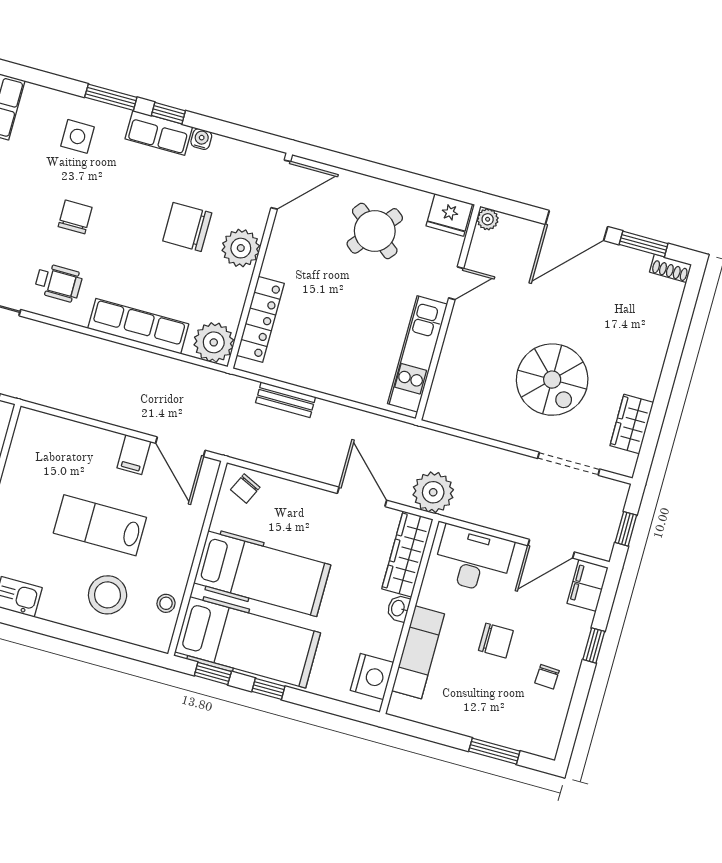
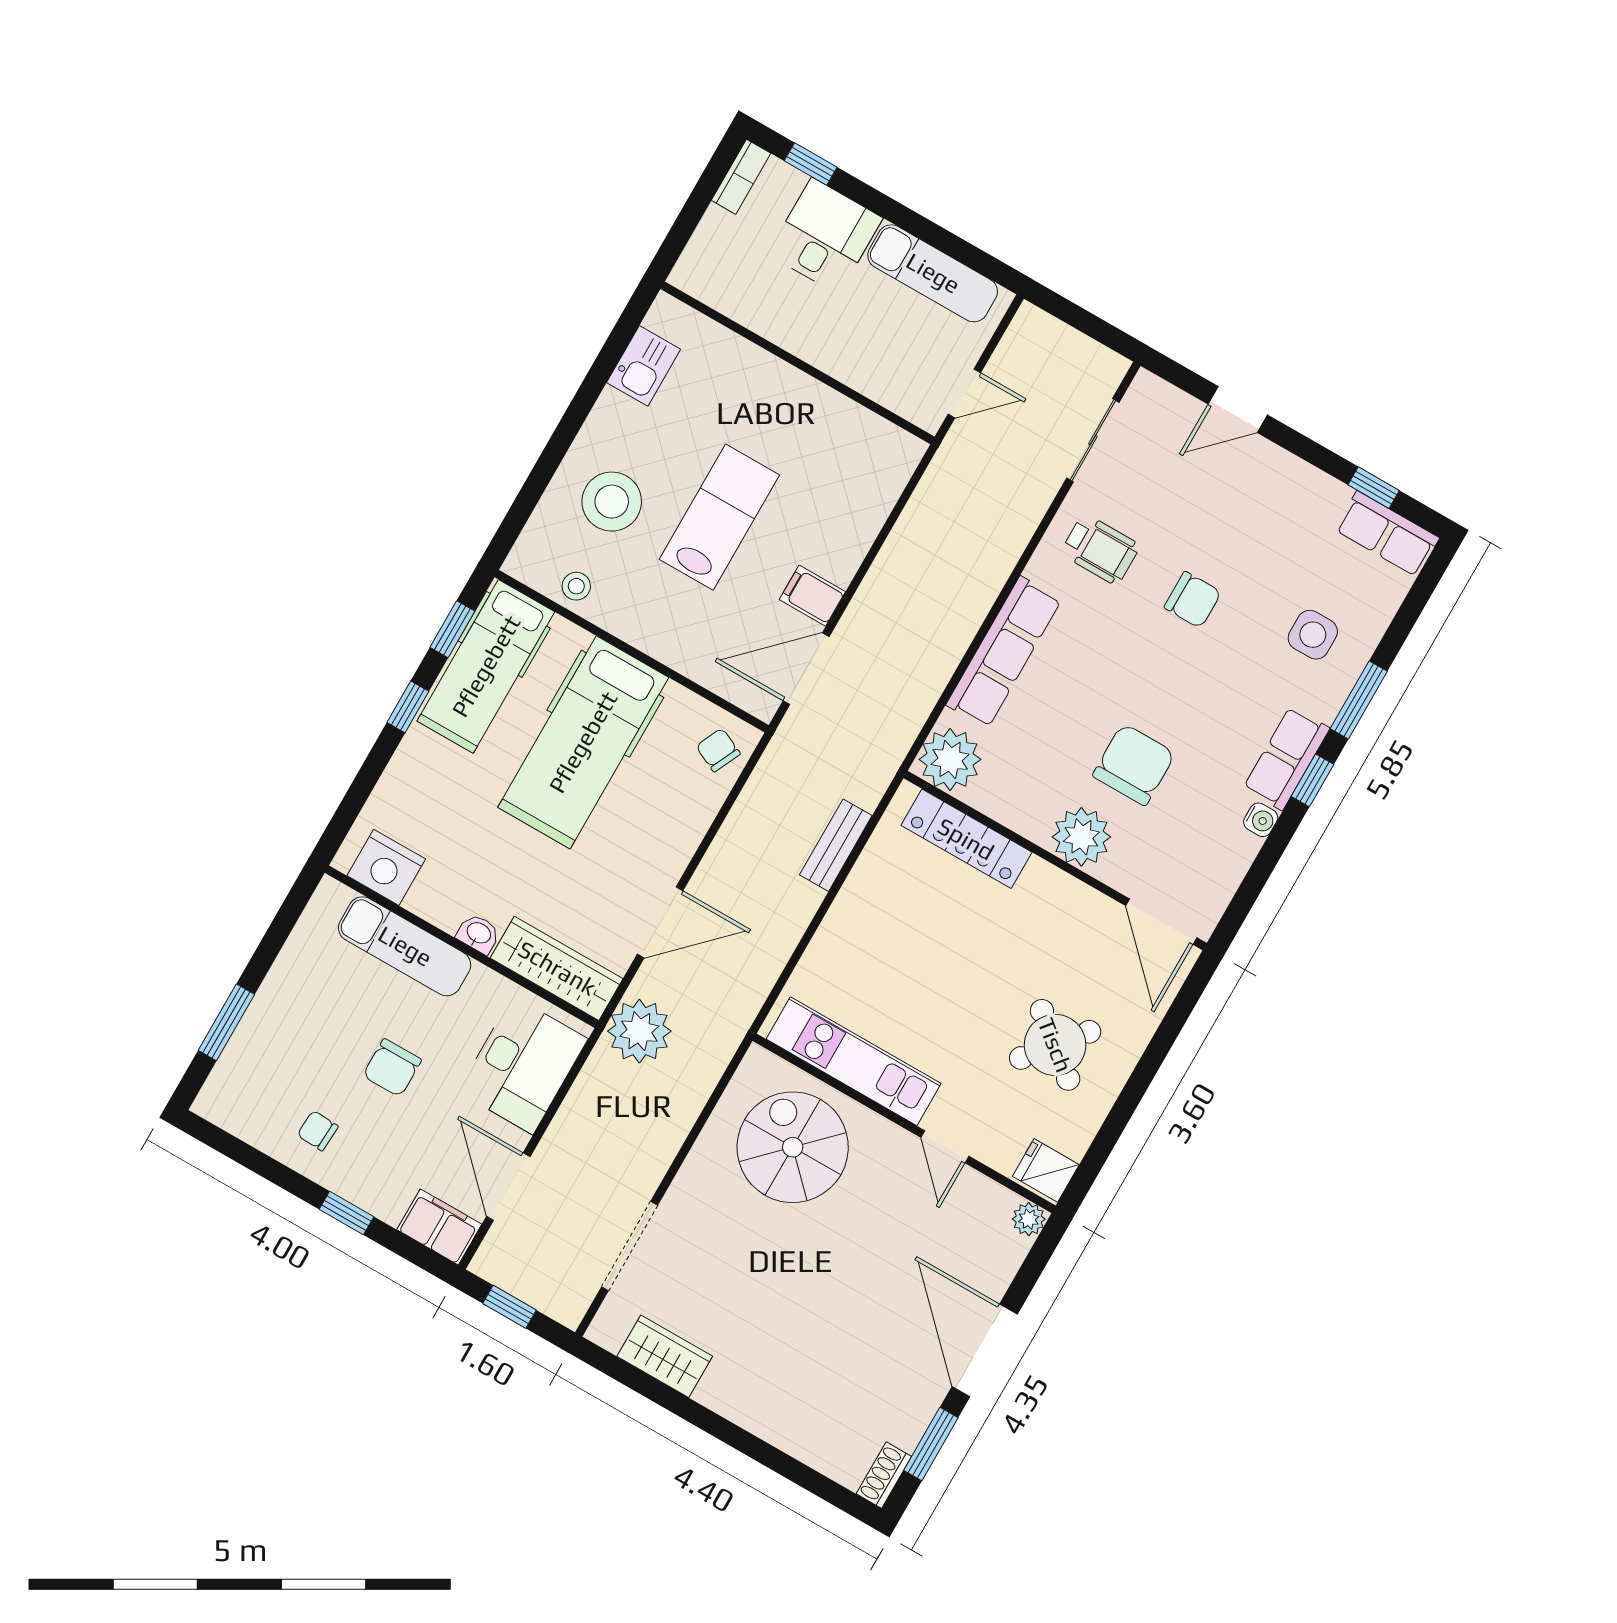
fridge: (449, 215) -> (1046, 1170), width x0.72
wheelchair: (59, 283) -> (1100, 549), turned -90
spiral stairs: (552, 380) -> (793, 1147), moved, turned 90
hospital bed: (248, 642) -> (486, 666), width x0.73, depth x0.78

